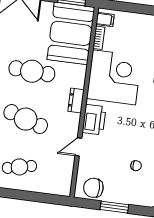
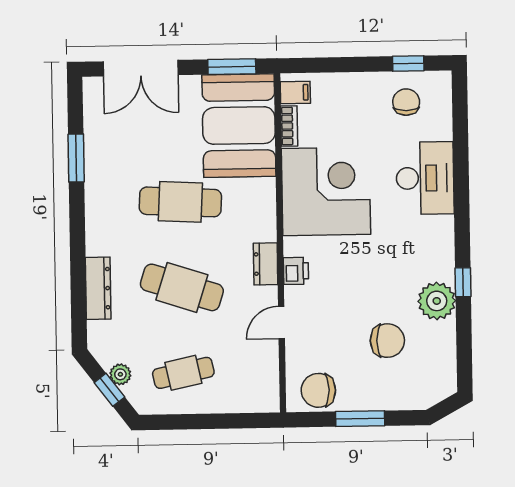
dresser: (76, 100) -> (266, 264), moved
printer: (94, 120) -> (296, 271), width x0.53, depth x0.68
chair: (136, 166) -> (387, 341), width x1.87, depth x1.87

